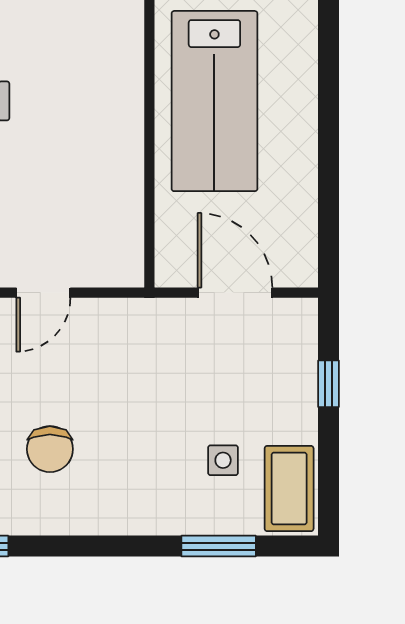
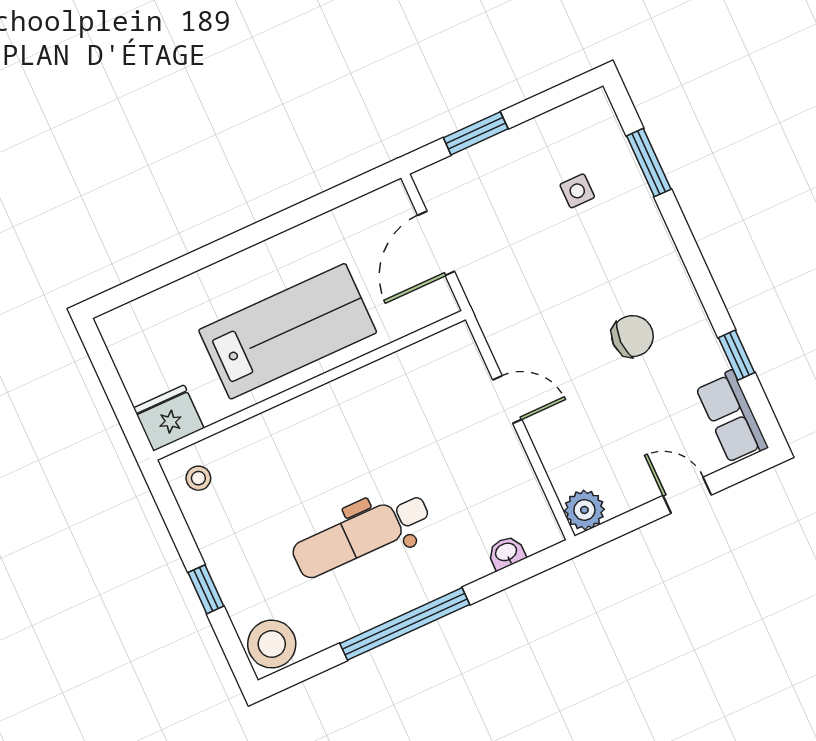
window: (329, 384) -> (476, 133), width x1.50
coffee table: (289, 489) -> (576, 127), removed

